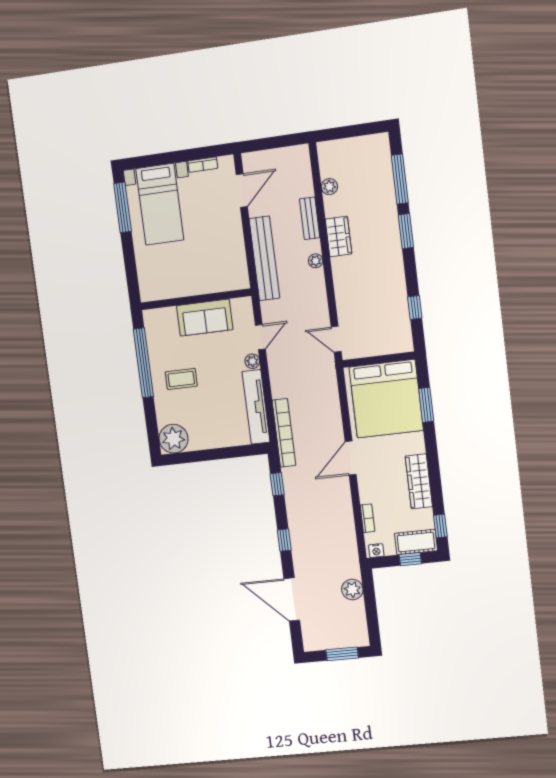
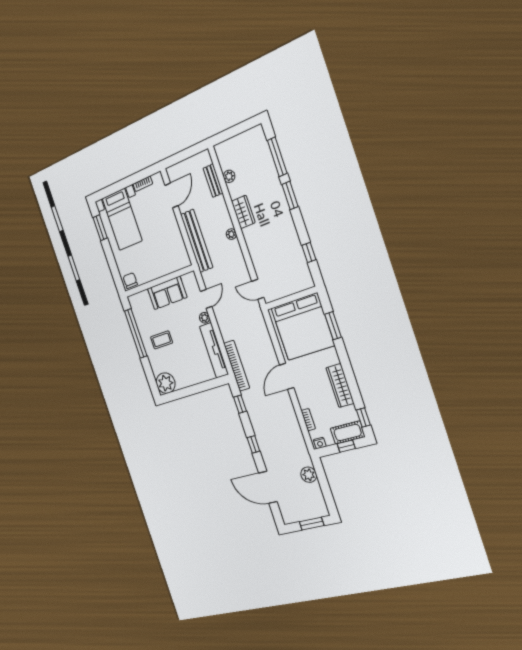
window: (123, 207) -> (100, 228), width x0.69
bench: (310, 218) -> (213, 181), moved
chair: (152, 289) -> (130, 281), added

